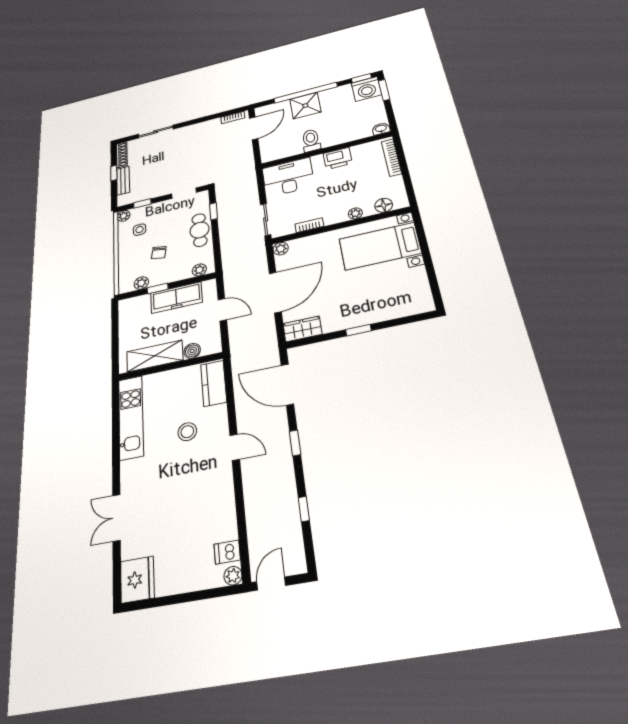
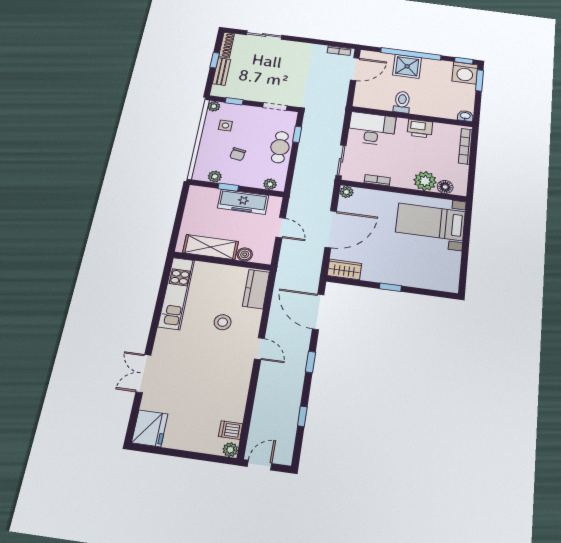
plant: (355, 213) -> (425, 181), width x1.88, depth x1.88

